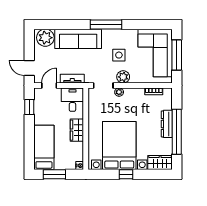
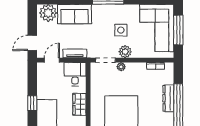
sofa: (78, 39) -> (75, 14), width x0.73
door: (29, 68) -> (32, 43), hinge flipped
window: (29, 107) -> (32, 103), moved

